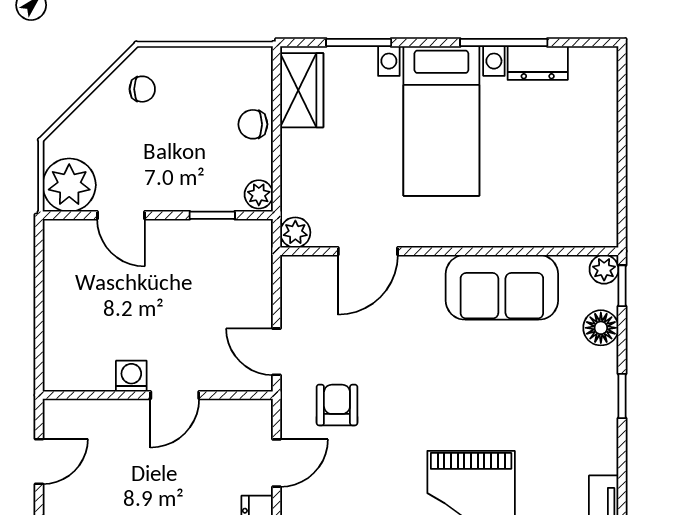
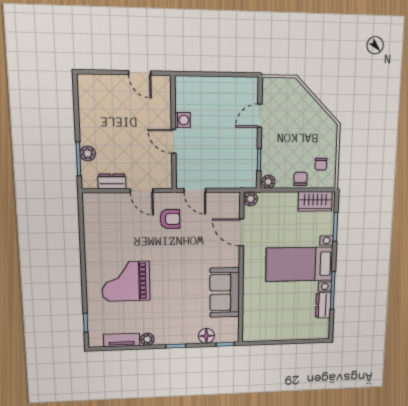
chair: (142, 89) -> (321, 164), moved
plant: (69, 185) -> (274, 90), removed
plant: (604, 269) -> (147, 339), moved
door: (277, 352) -> (195, 190), swing flipped

